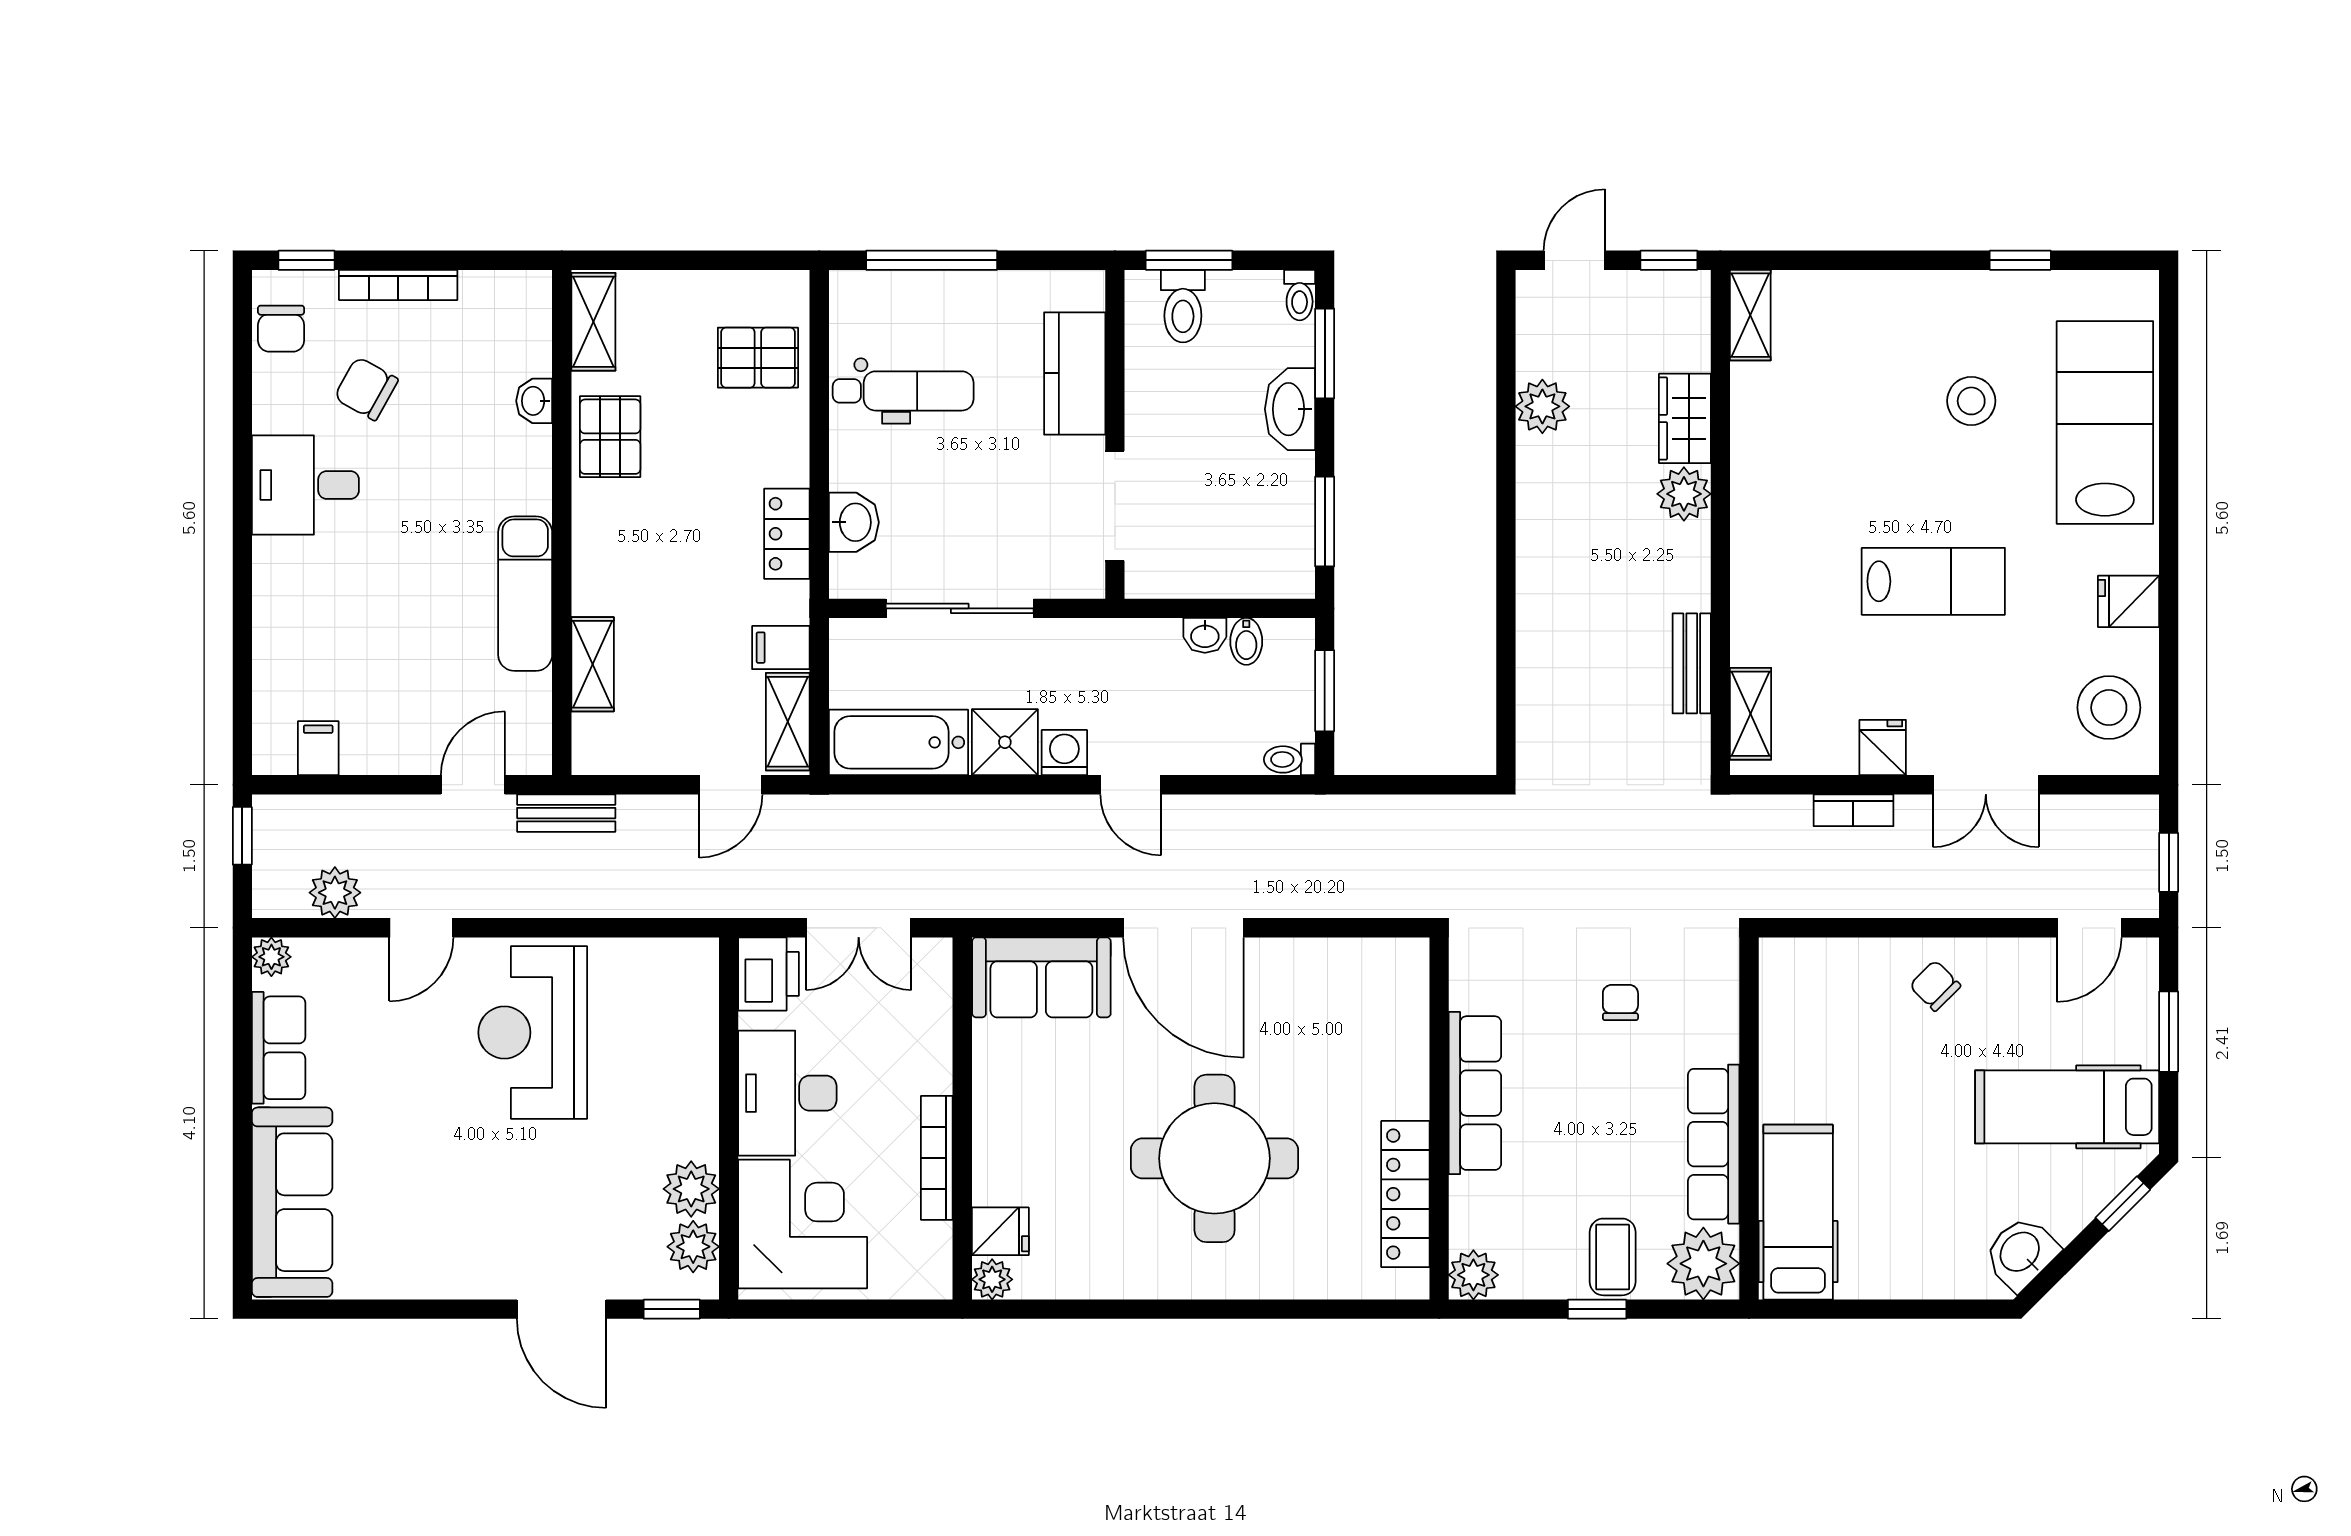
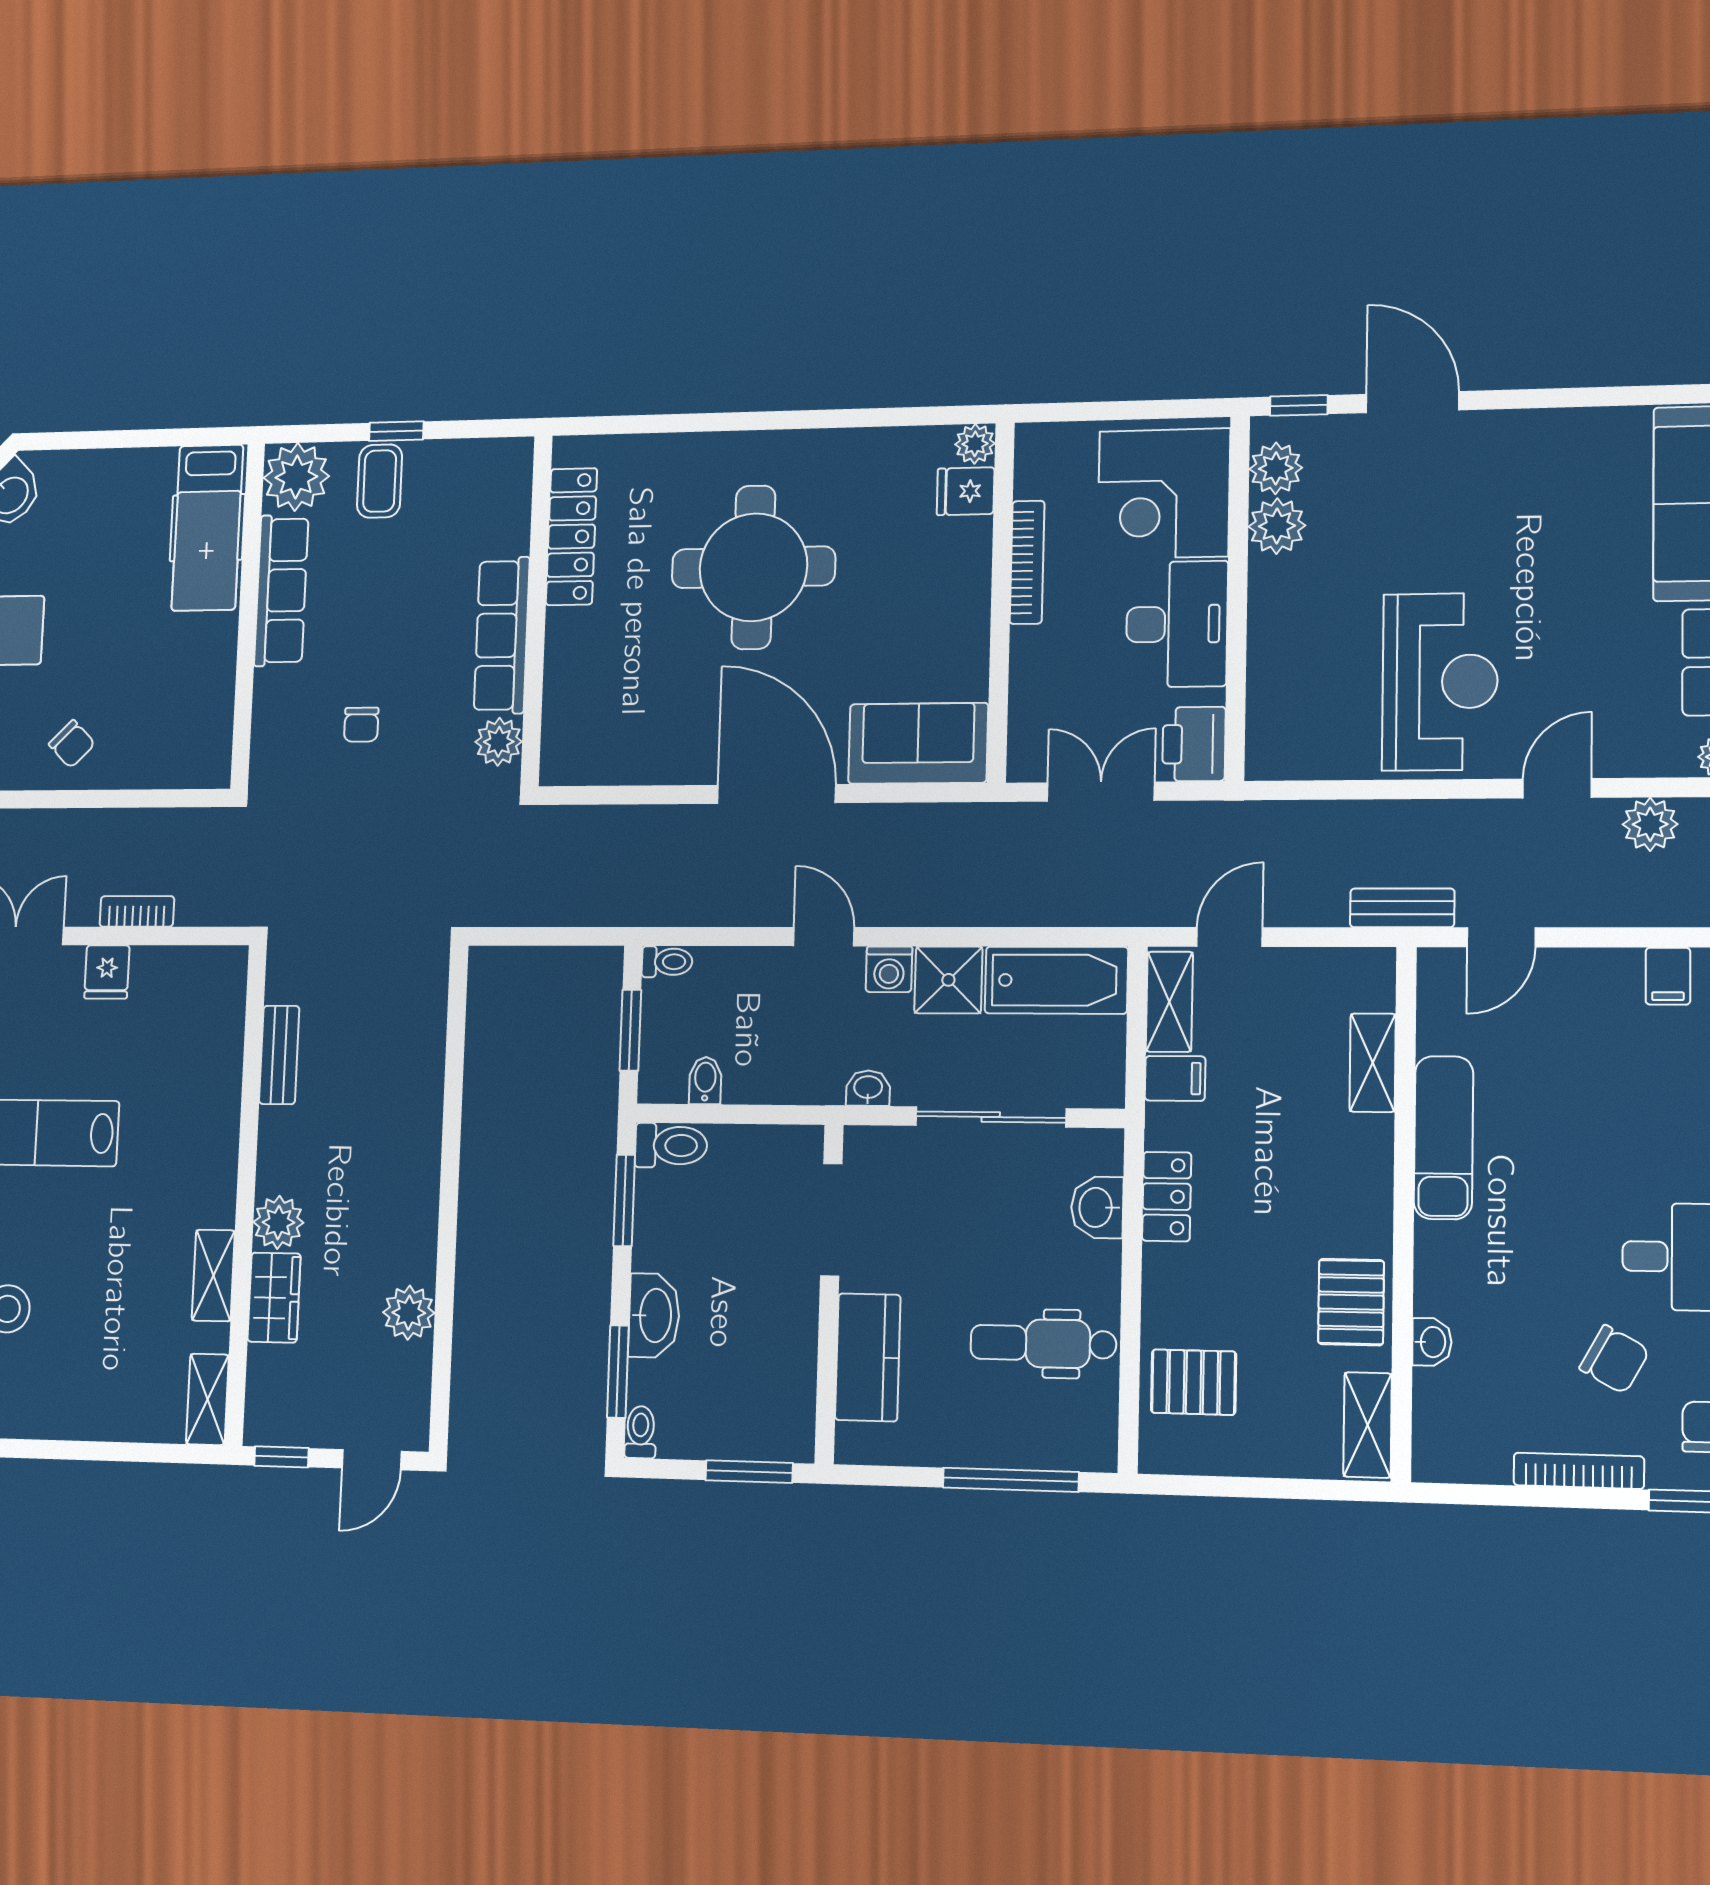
toilet: (1183, 306) -> (671, 1145), moved, turned 90
washbasin: (1205, 635) -> (868, 1088), moved
shelving: (1751, 714) -> (213, 1275), moved
plant: (1473, 1275) -> (499, 742), moved

